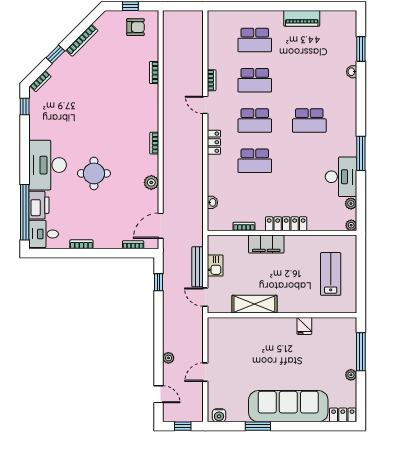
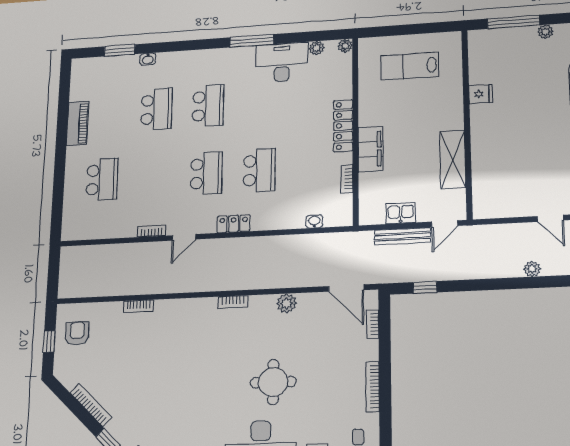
school desk: (255, 80) -> (157, 109), moved
bookcase: (81, 244) -> (373, 387), width x1.56

